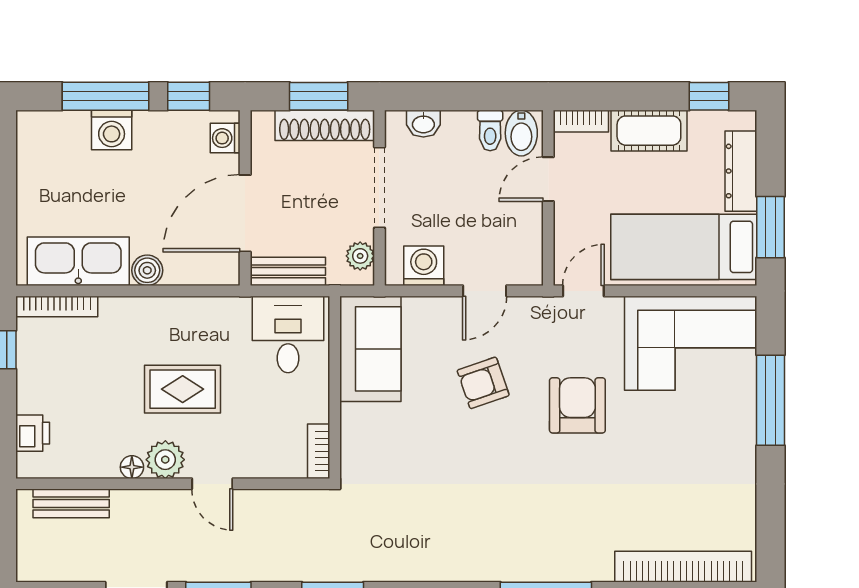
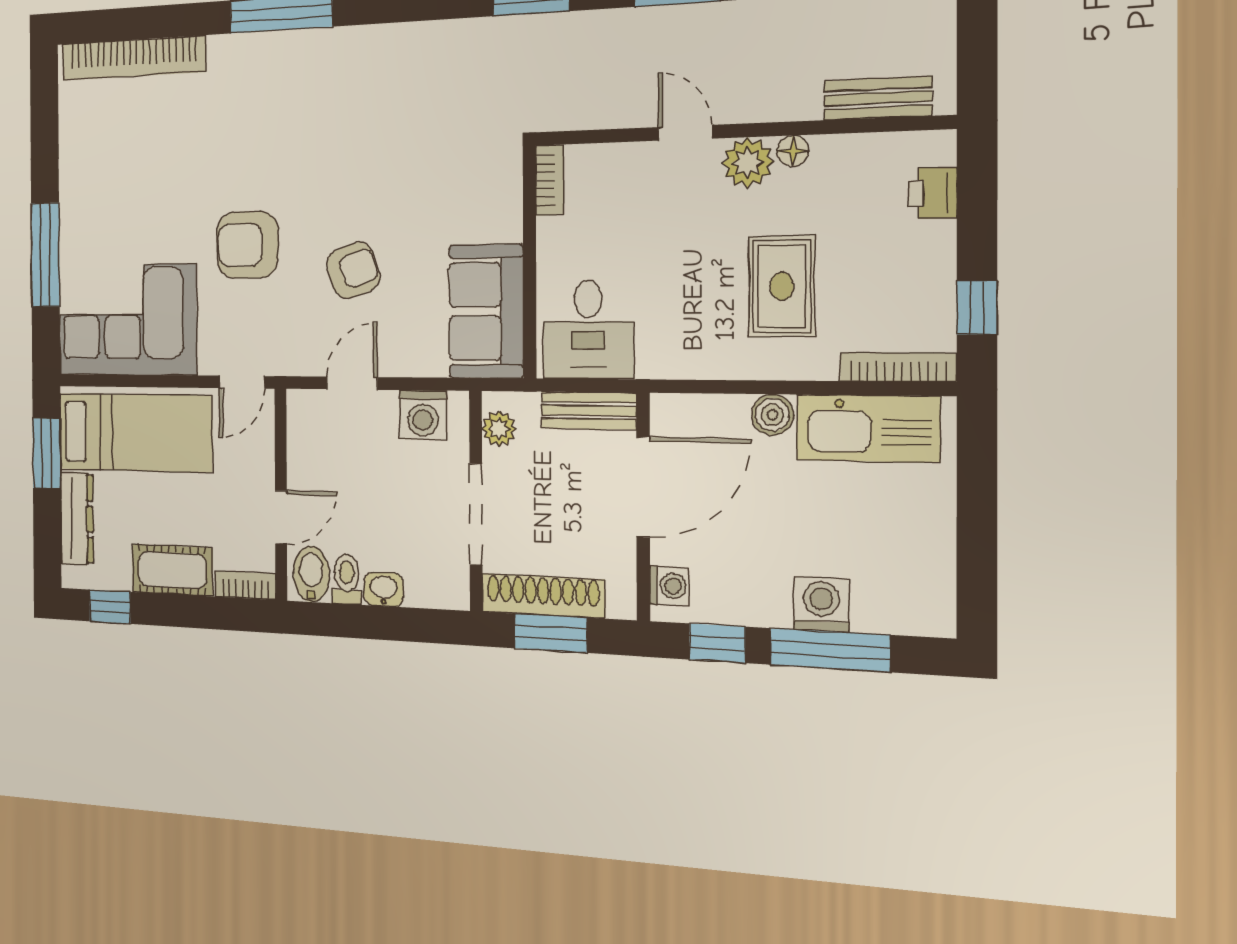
washbasin: (423, 124) -> (384, 589), moved
rug: (183, 389) -> (782, 286), moved, turned 90
armchair: (577, 405) -> (247, 245), turned 90

